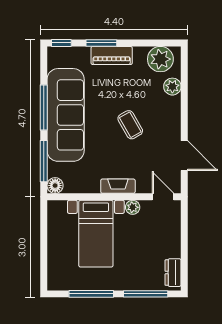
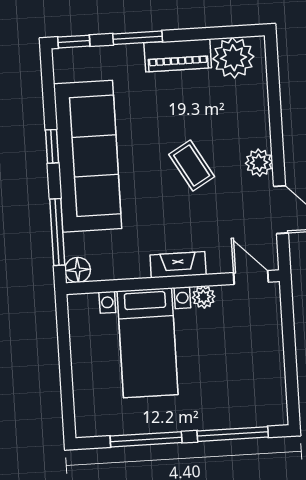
piano: (112, 55) -> (178, 55), moved
plant: (172, 87) -> (259, 163), moved
window: (44, 107) -> (52, 146), width x0.46
dresser: (173, 273) -> (275, 397), removed

